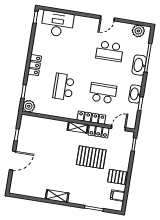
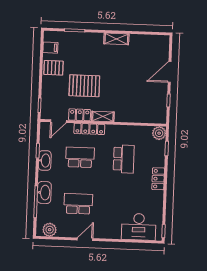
school desk: (103, 93) -> (80, 157), turned 180

